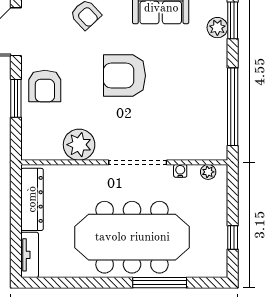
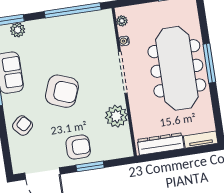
armchair: (124, 76) -> (62, 91), turned -69
window: (160, 283) -> (209, 63), moved

